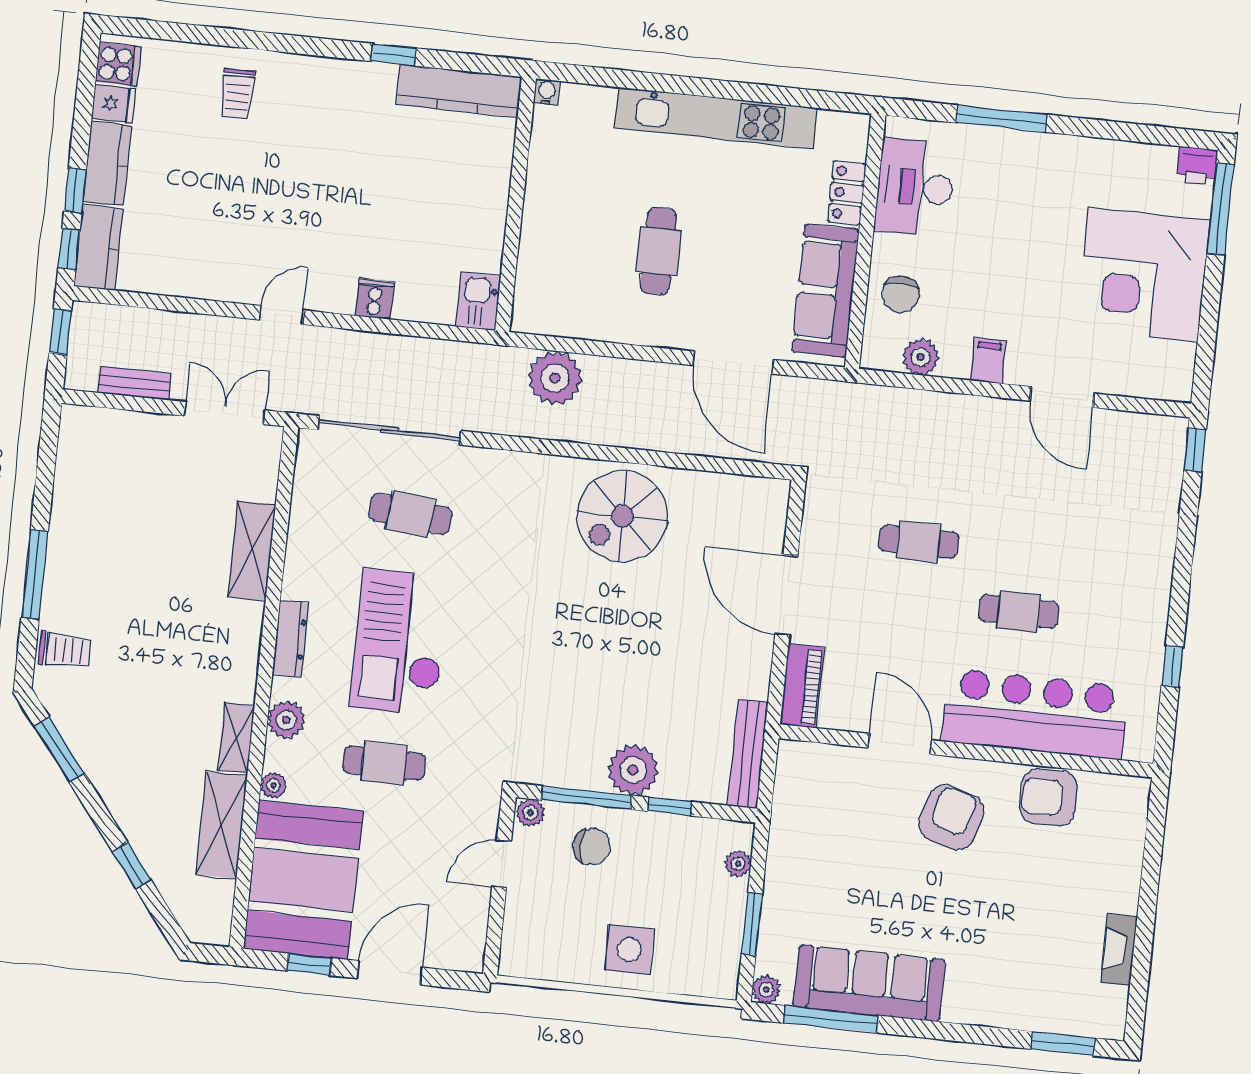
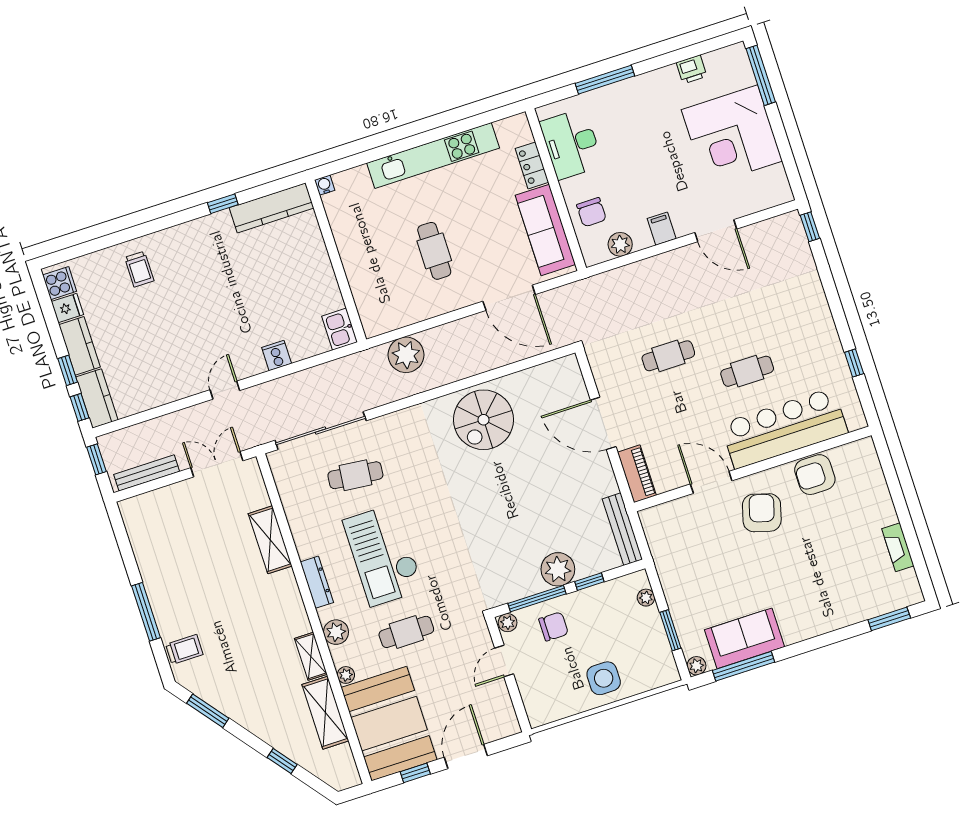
printer: (1197, 165) -> (692, 69), moved
bench: (134, 383) -> (147, 473), width x1.36
sofa: (869, 983) -> (745, 638), width x0.73

